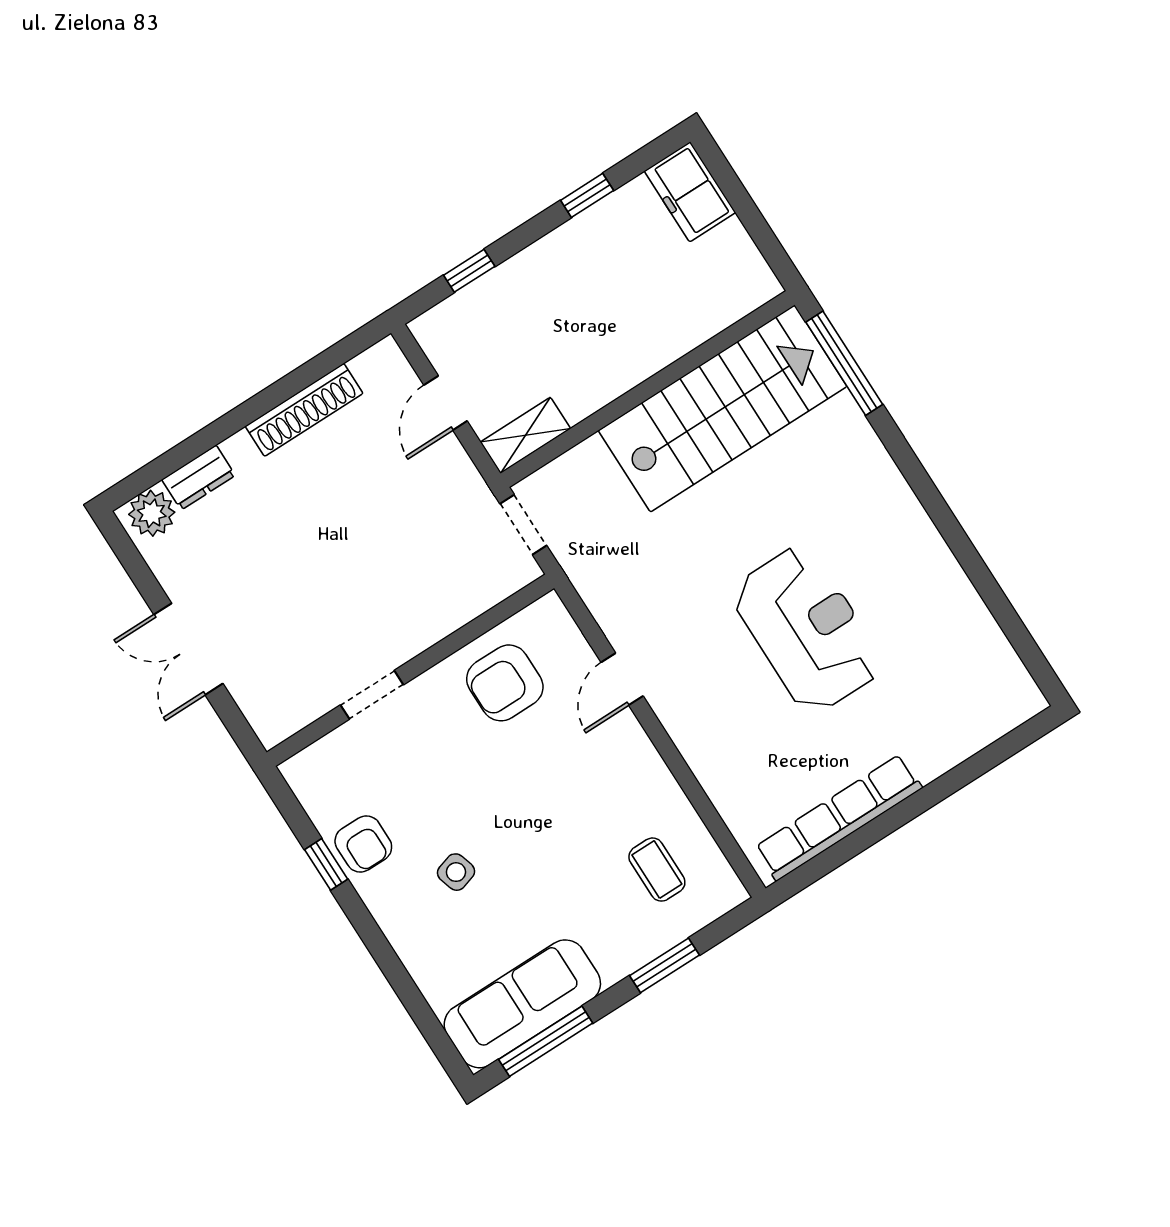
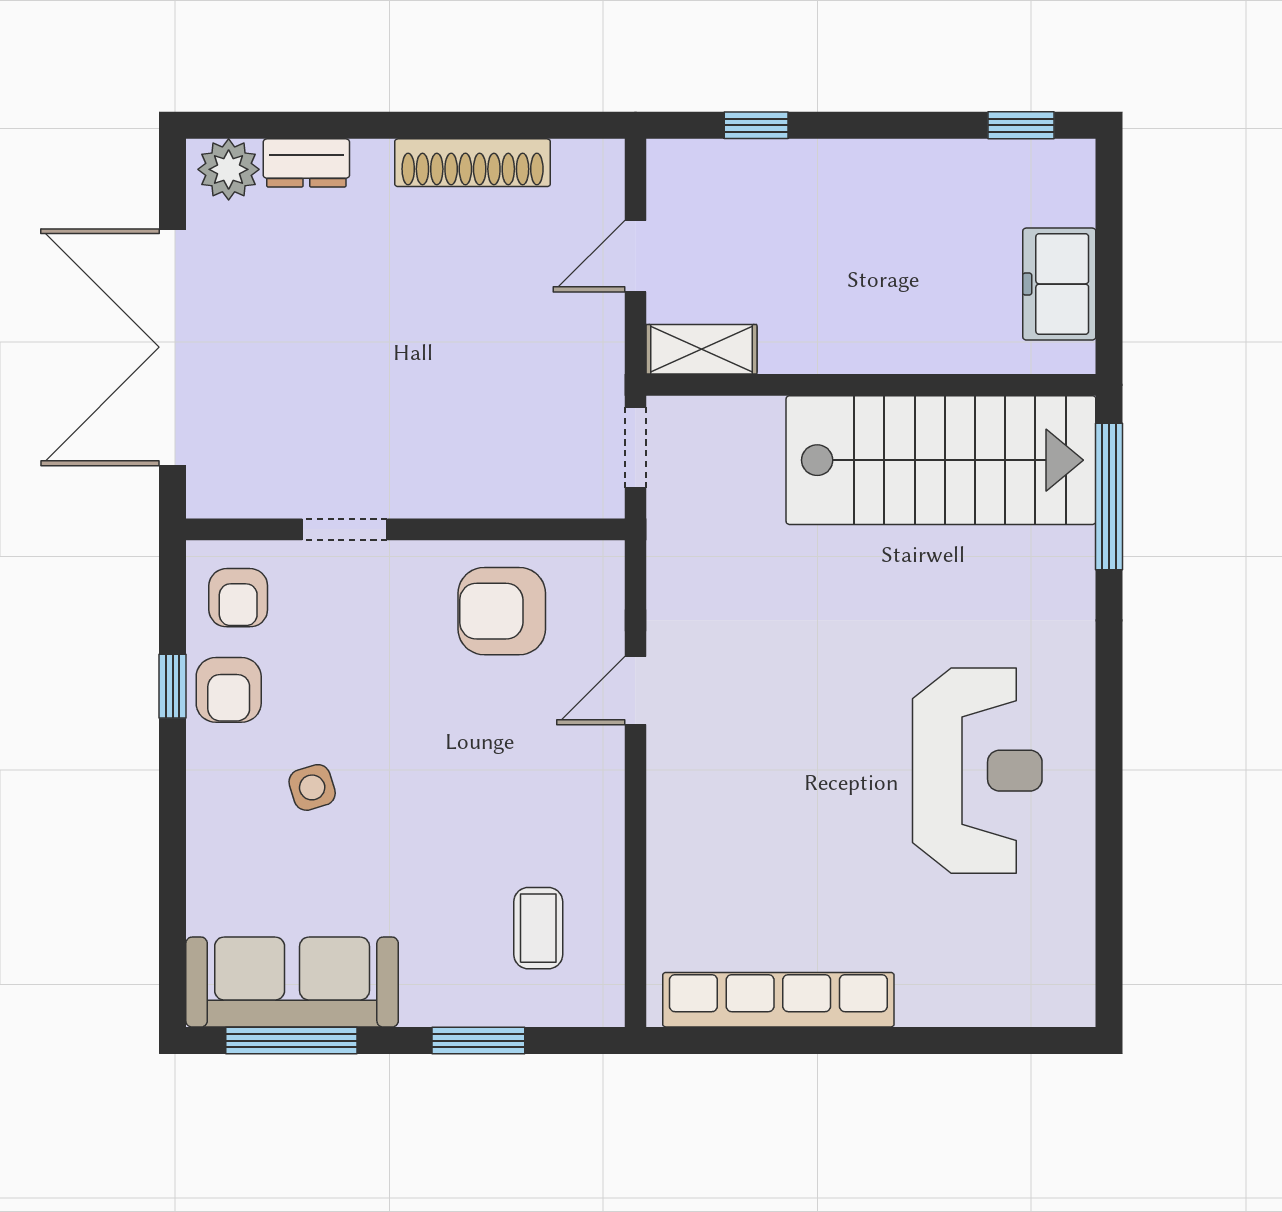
freezer: (690, 192) -> (1059, 284), moved
window: (587, 195) -> (1021, 125), moved
reception desk: (807, 629) -> (977, 771), moved
double door: (188, 649) -> (173, 347), width x1.87
armchair: (332, 781) -> (238, 598), added

